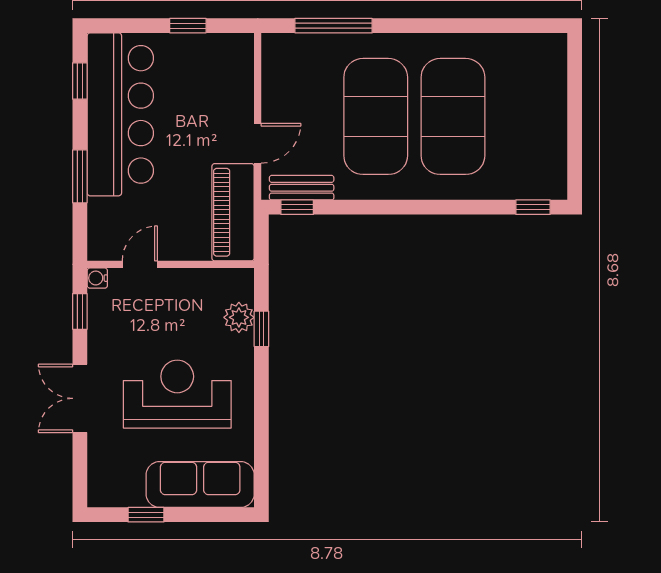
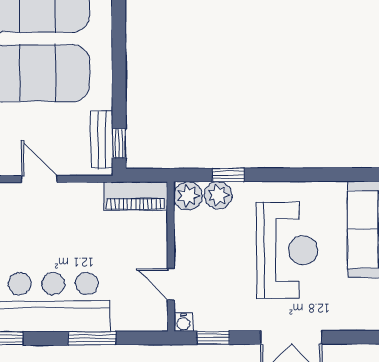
door: (258, 143) -> (39, 179), moved
piano: (233, 212) -> (136, 196), width x0.73, depth x0.75
plant: (238, 284) -> (188, 196), added
reception desk: (177, 394) -> (287, 250), turned 180

